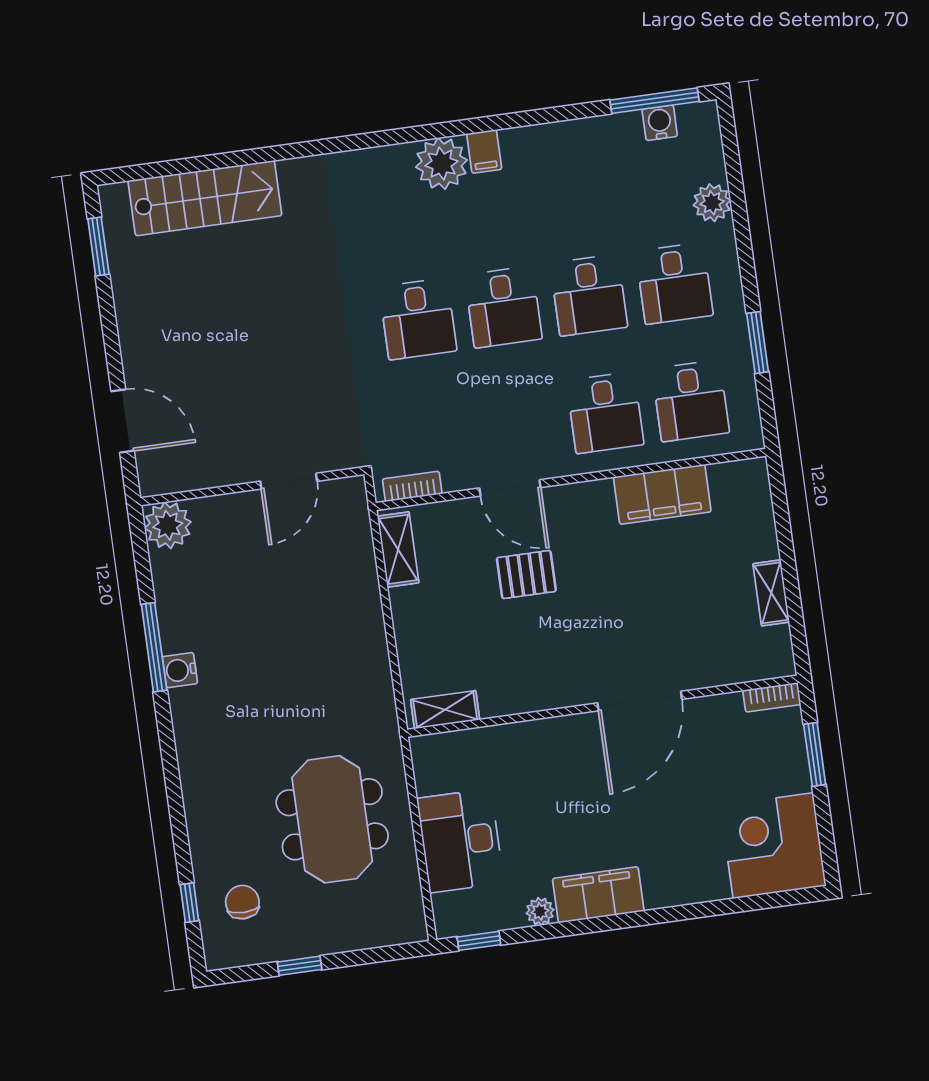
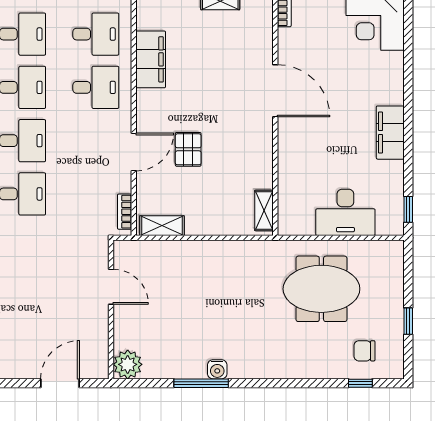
plant: (540, 911) -> (395, 170), removed

